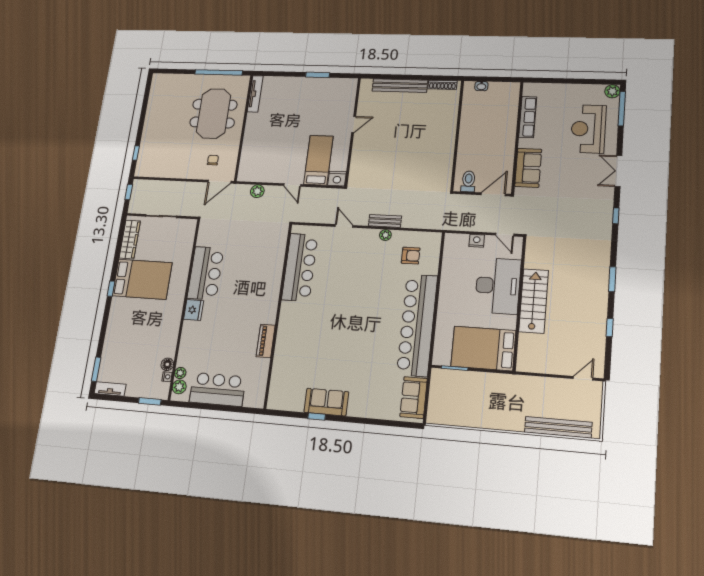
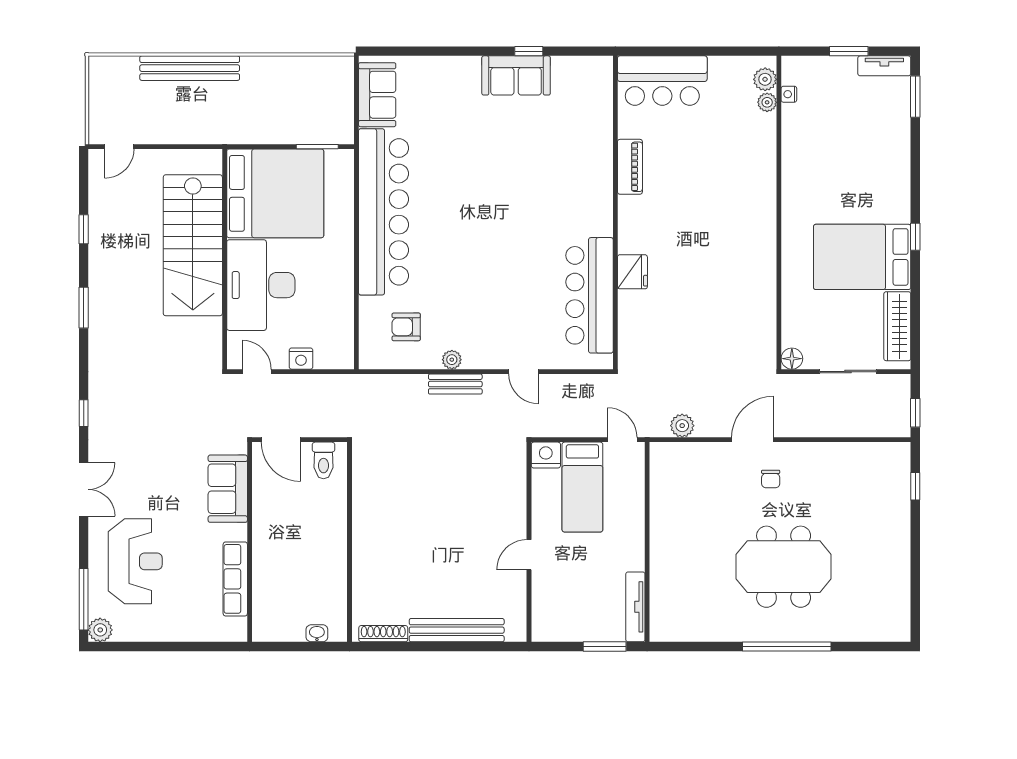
tv unit: (255, 94) -> (635, 607), moved
meeting table: (214, 114) -> (784, 567), turned 90
wall: (244, 128) -> (647, 542), moved
door: (493, 194) -> (281, 440), hinge flipped
bar counter: (205, 273) -> (751, 275), removed
stairs: (534, 301) -> (193, 245), width x1.36, depth x1.51
fridge: (194, 310) -> (632, 272), moved, turned 180
bed: (483, 348) -> (275, 193), width x1.36
floor lamp: (167, 364) -> (792, 359), moved
bar counter: (218, 389) -> (662, 81), moved
window: (150, 401) -> (849, 51), moved
bench: (558, 427) -> (190, 68), moved

